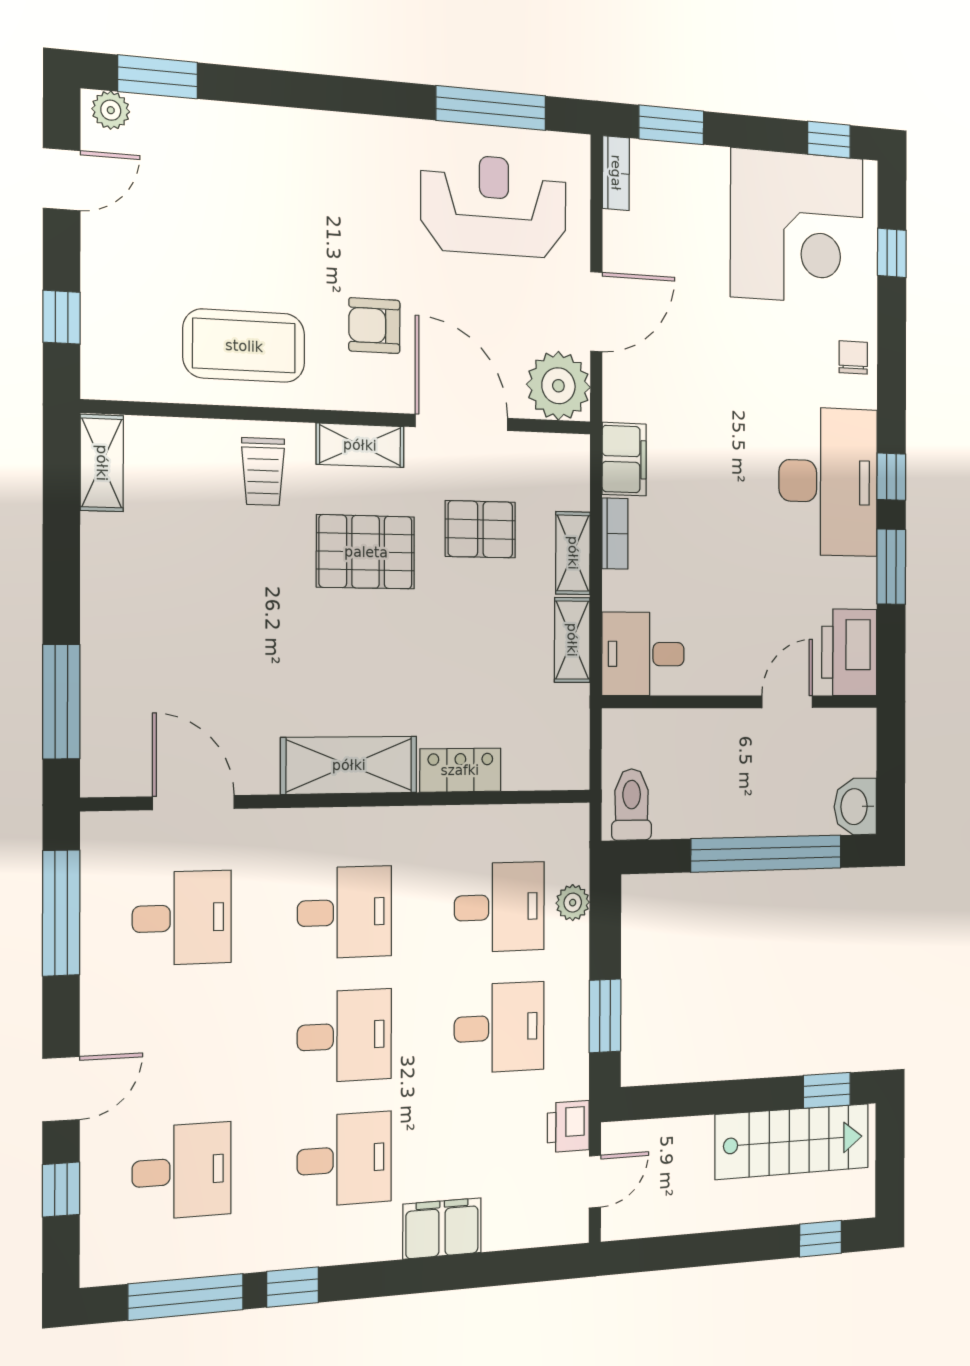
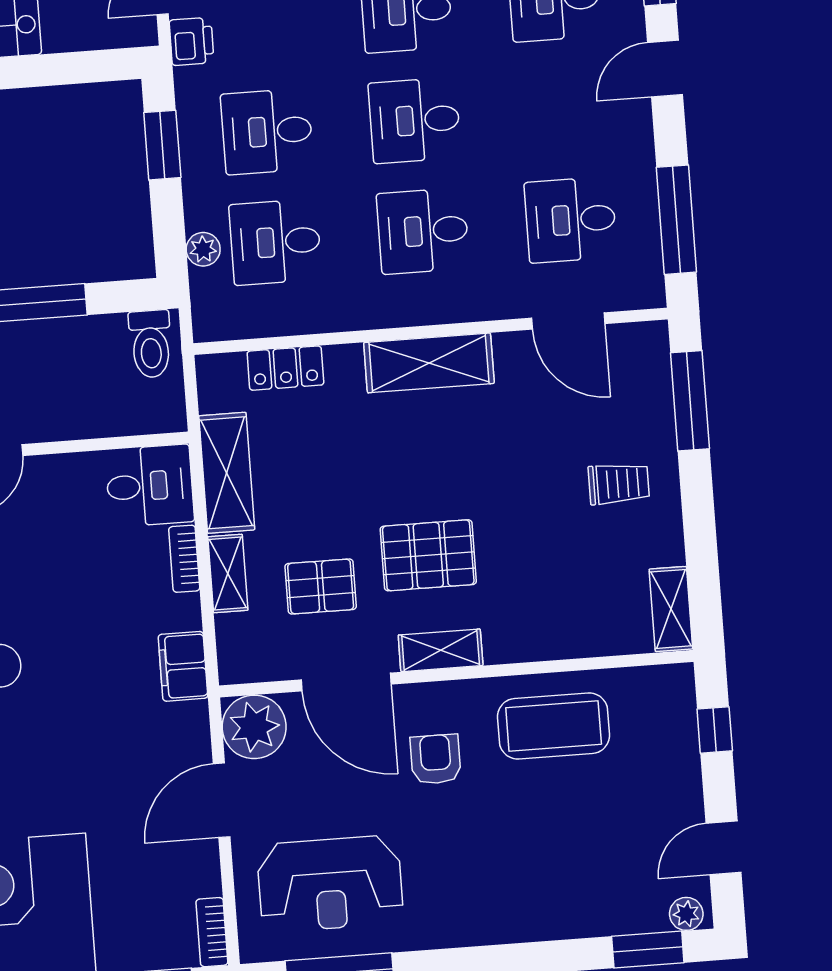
armchair: (374, 326) -> (436, 759), turned -90
trolley: (263, 472) -> (619, 484), moved, turned 90
bookcase: (615, 534) -> (184, 559), moved
shelving: (572, 640) -> (227, 473), width x1.50, depth x1.33
locker: (460, 770) -> (285, 368), moved

